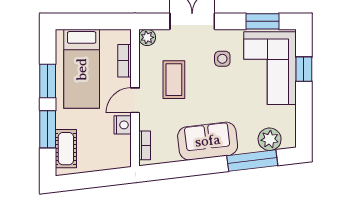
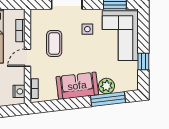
plant: (147, 37) -> (36, 14), removed
window: (304, 69) -> (143, 62), moved
nightstand: (123, 125) -> (19, 91), moved
plant: (270, 139) -> (106, 86), moved

